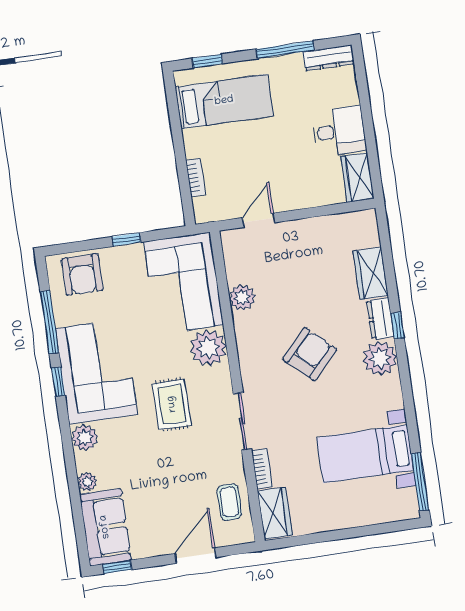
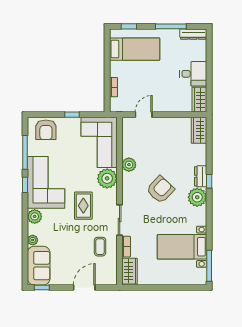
wardrobe: (371, 273) -> (199, 130), moved
plant: (242, 298) -> (129, 165), moved
coffee table: (229, 502) -> (100, 247), moved

